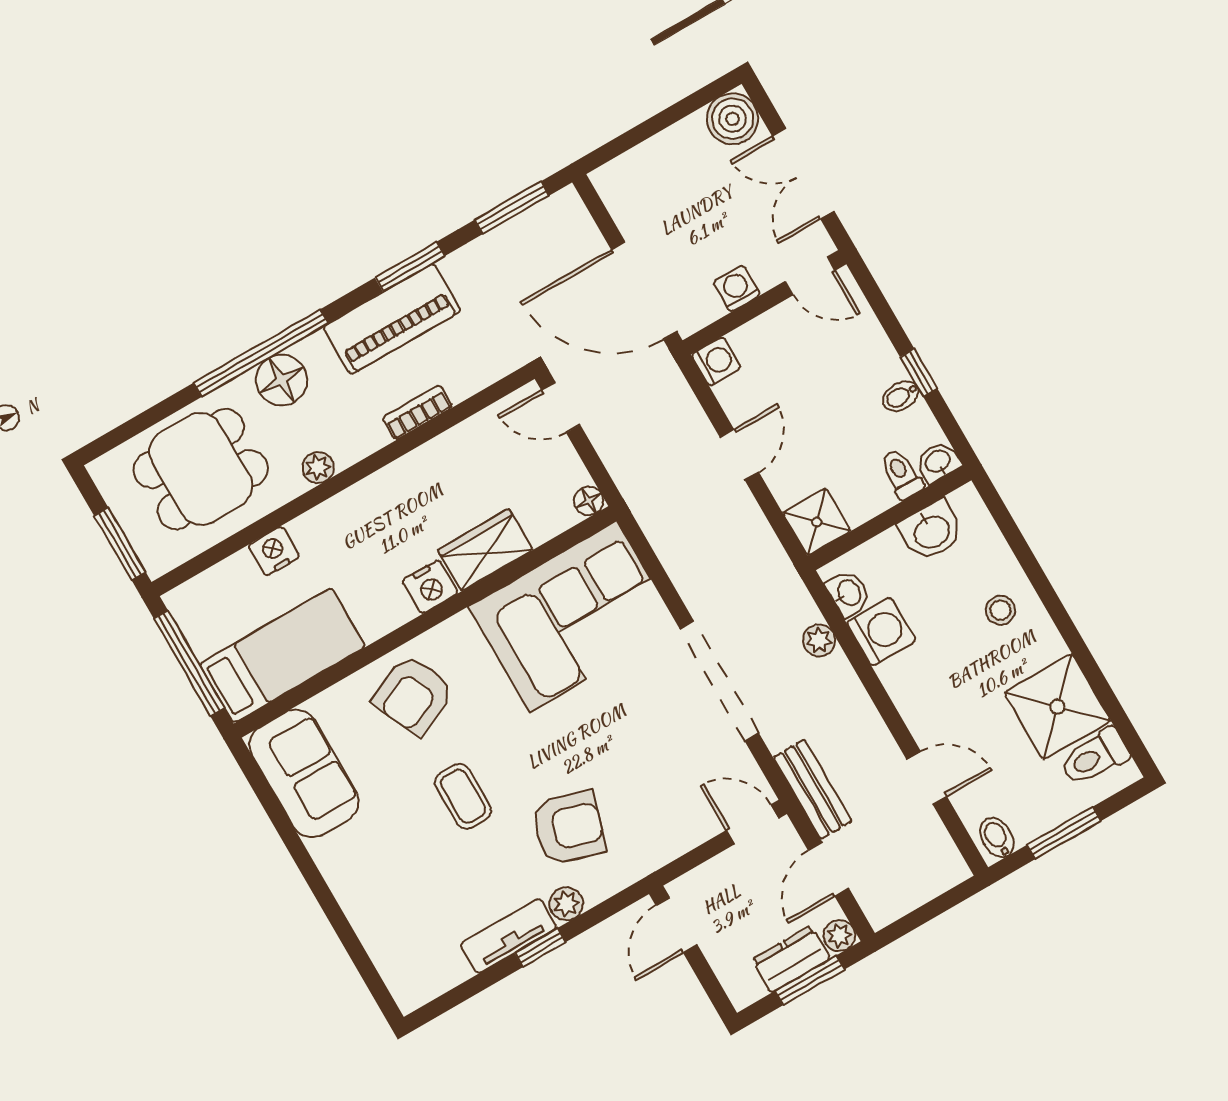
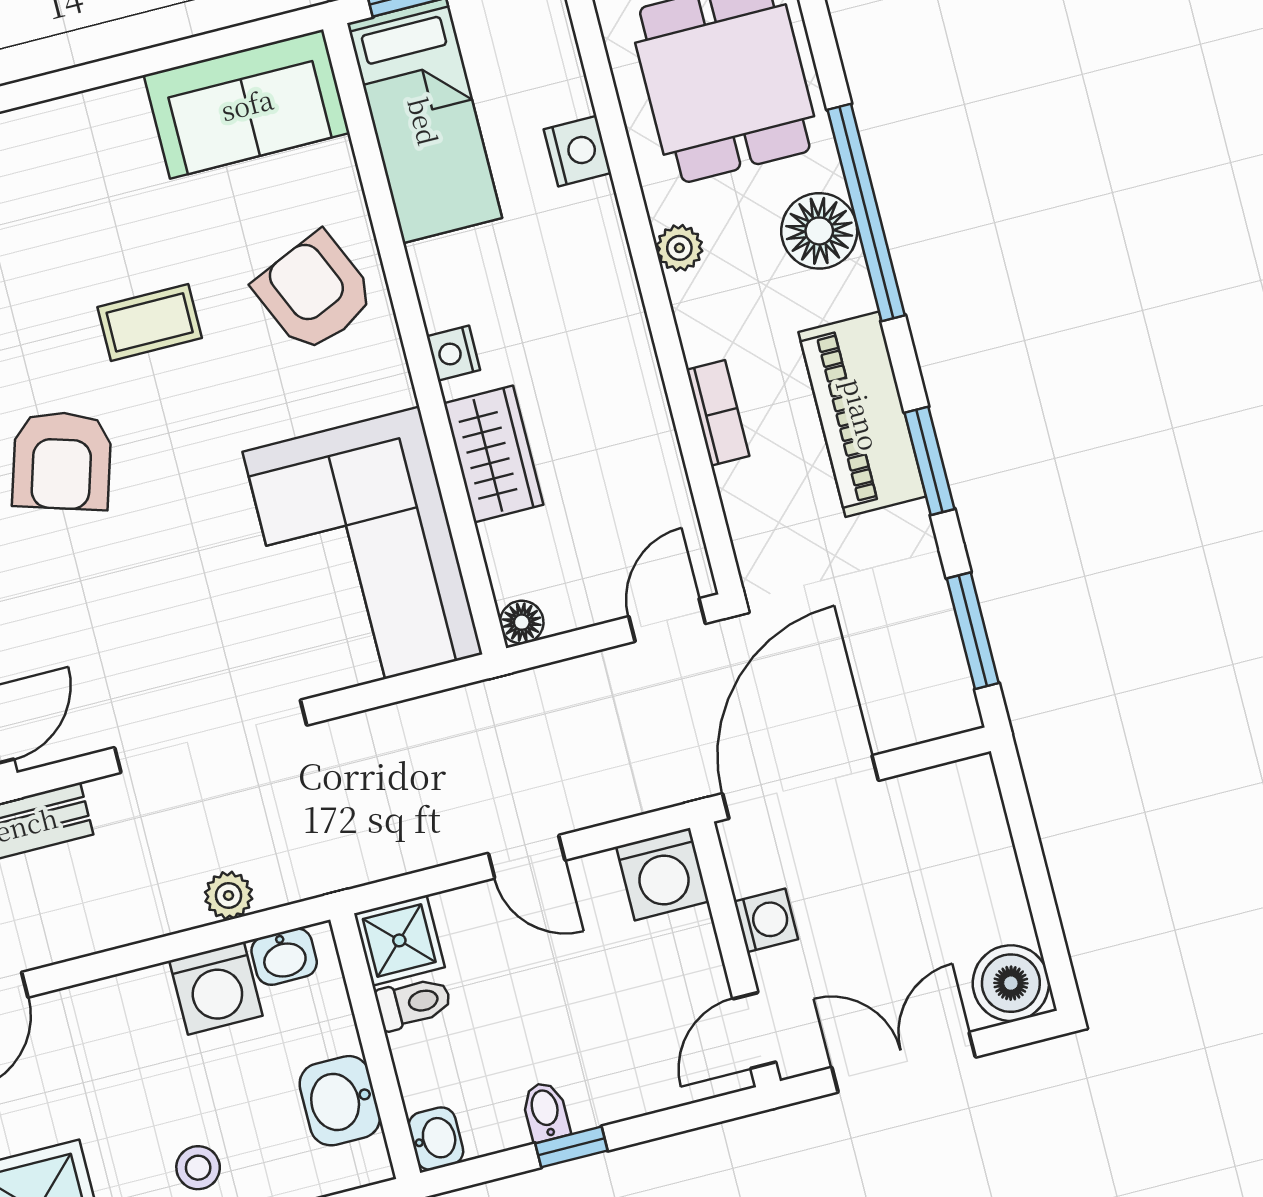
washing machine: (716, 361) -> (663, 874), width x1.38, depth x1.38
toilet: (901, 474) -> (414, 1003), moved
nightstand: (430, 587) -> (453, 353), width x0.72, depth x0.74

